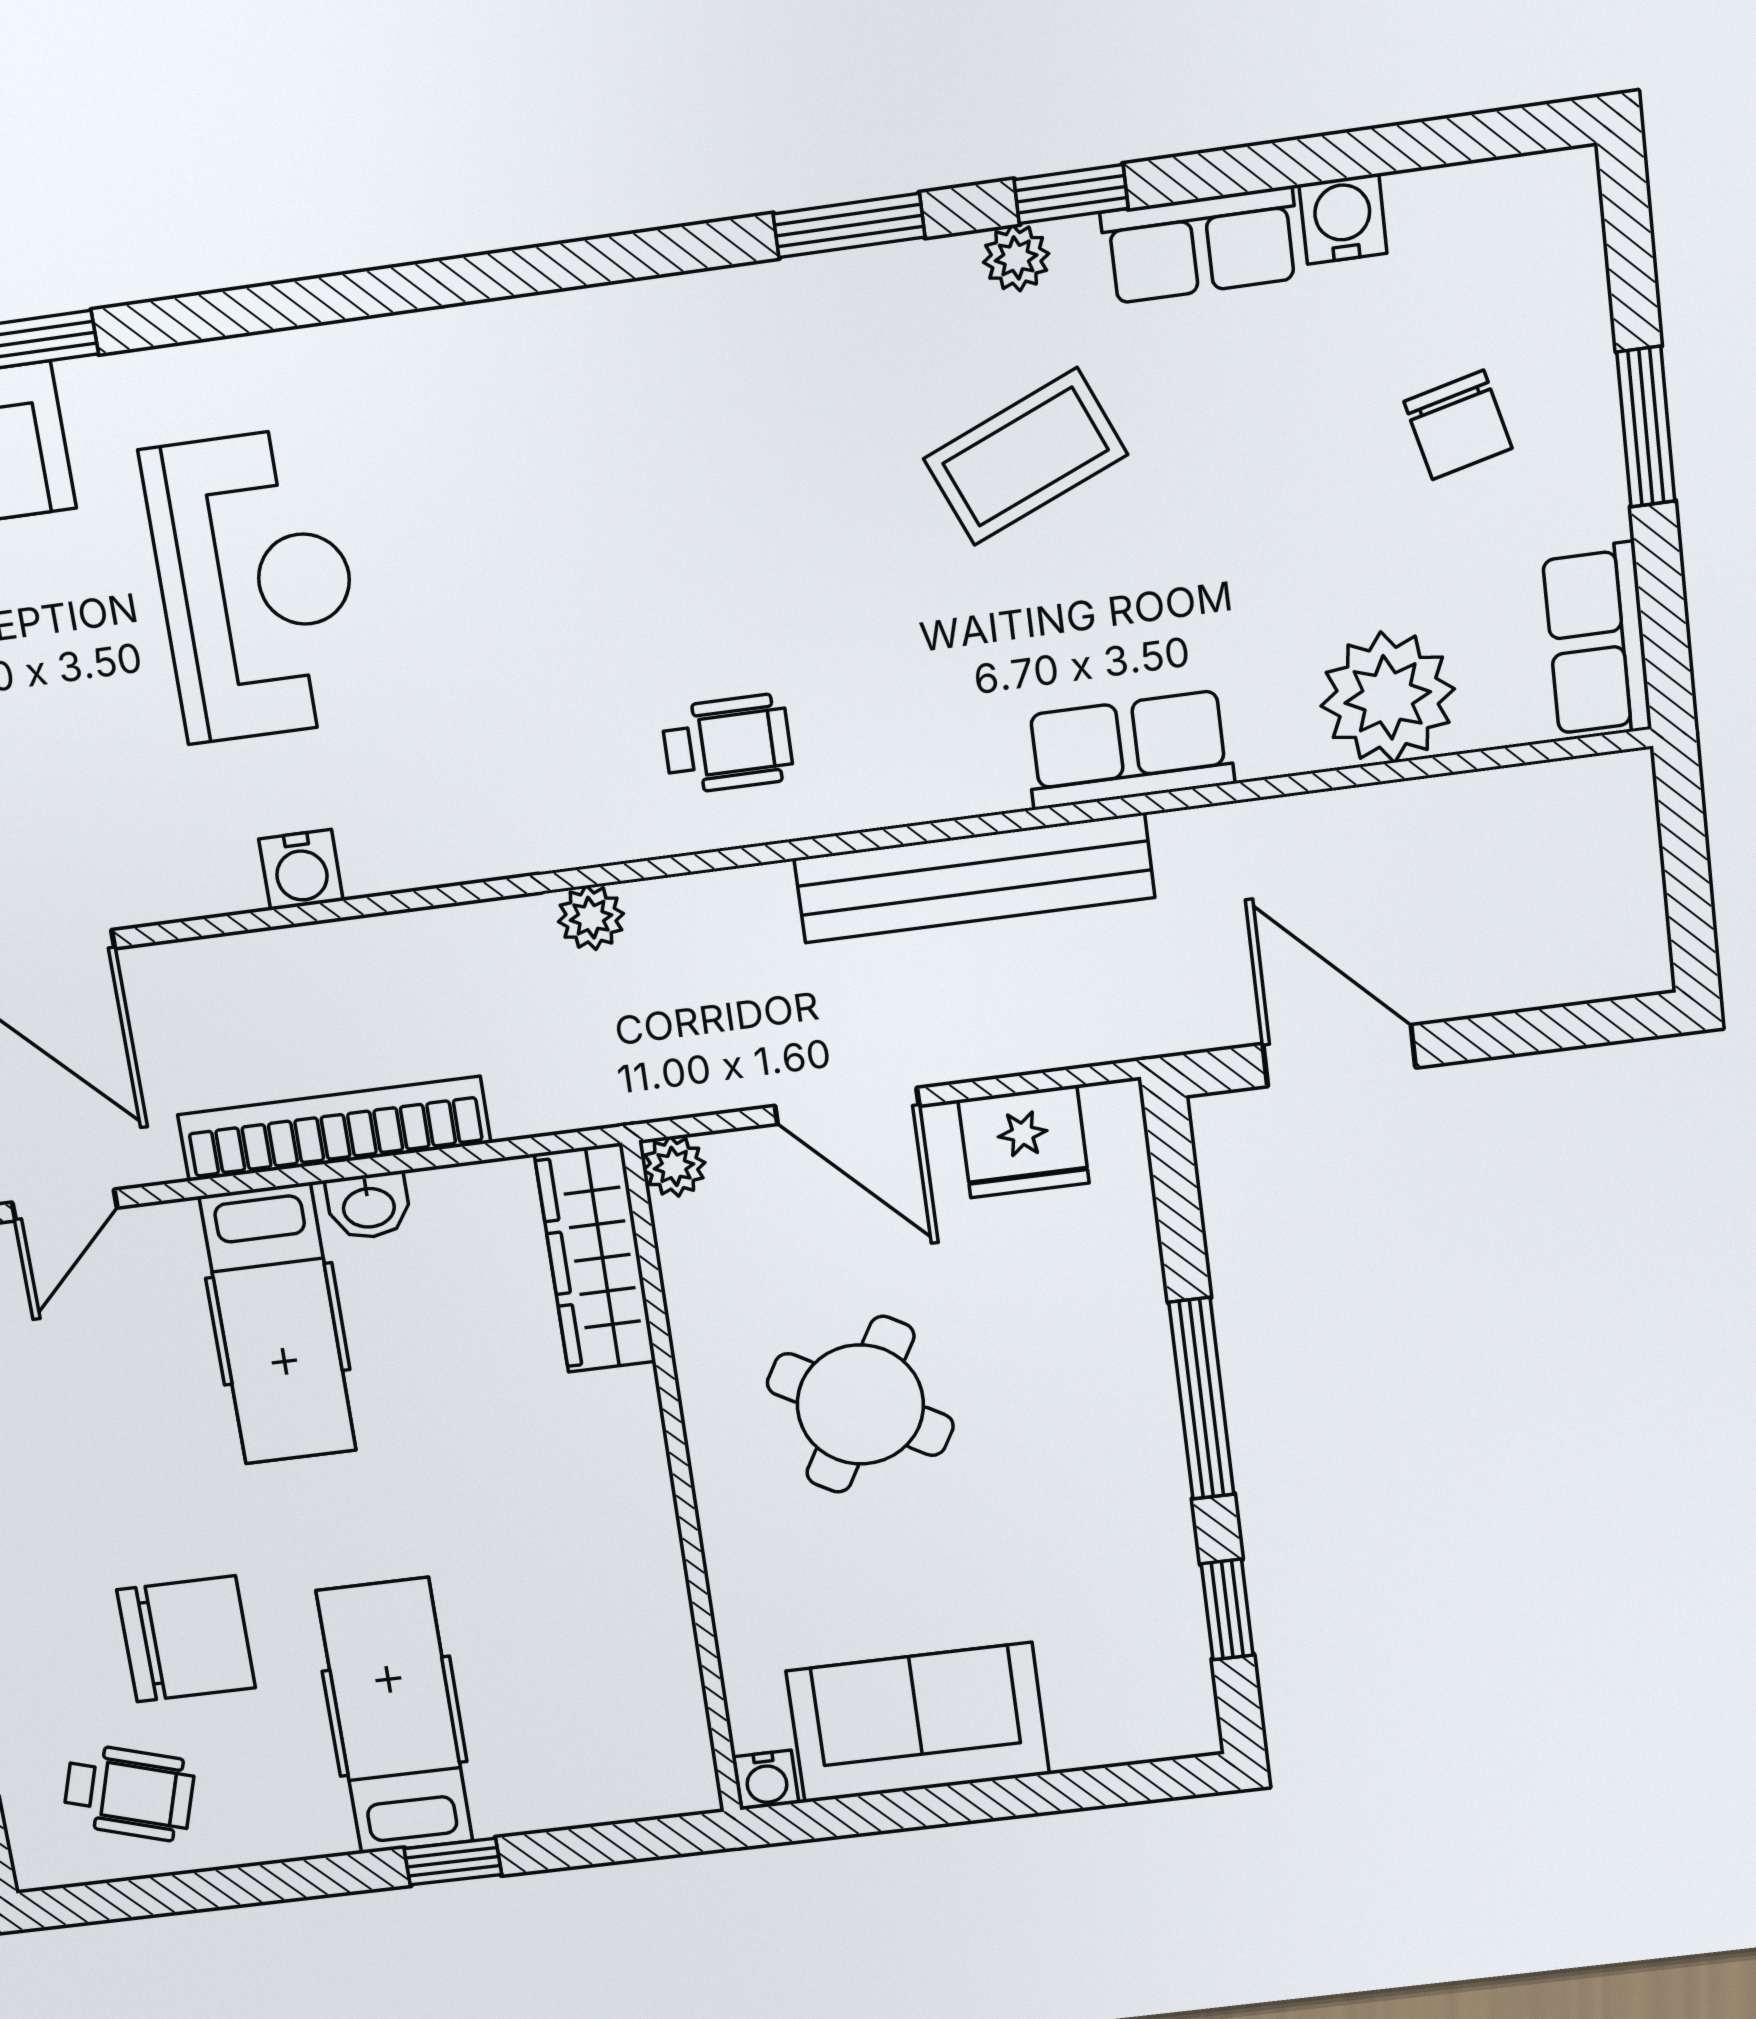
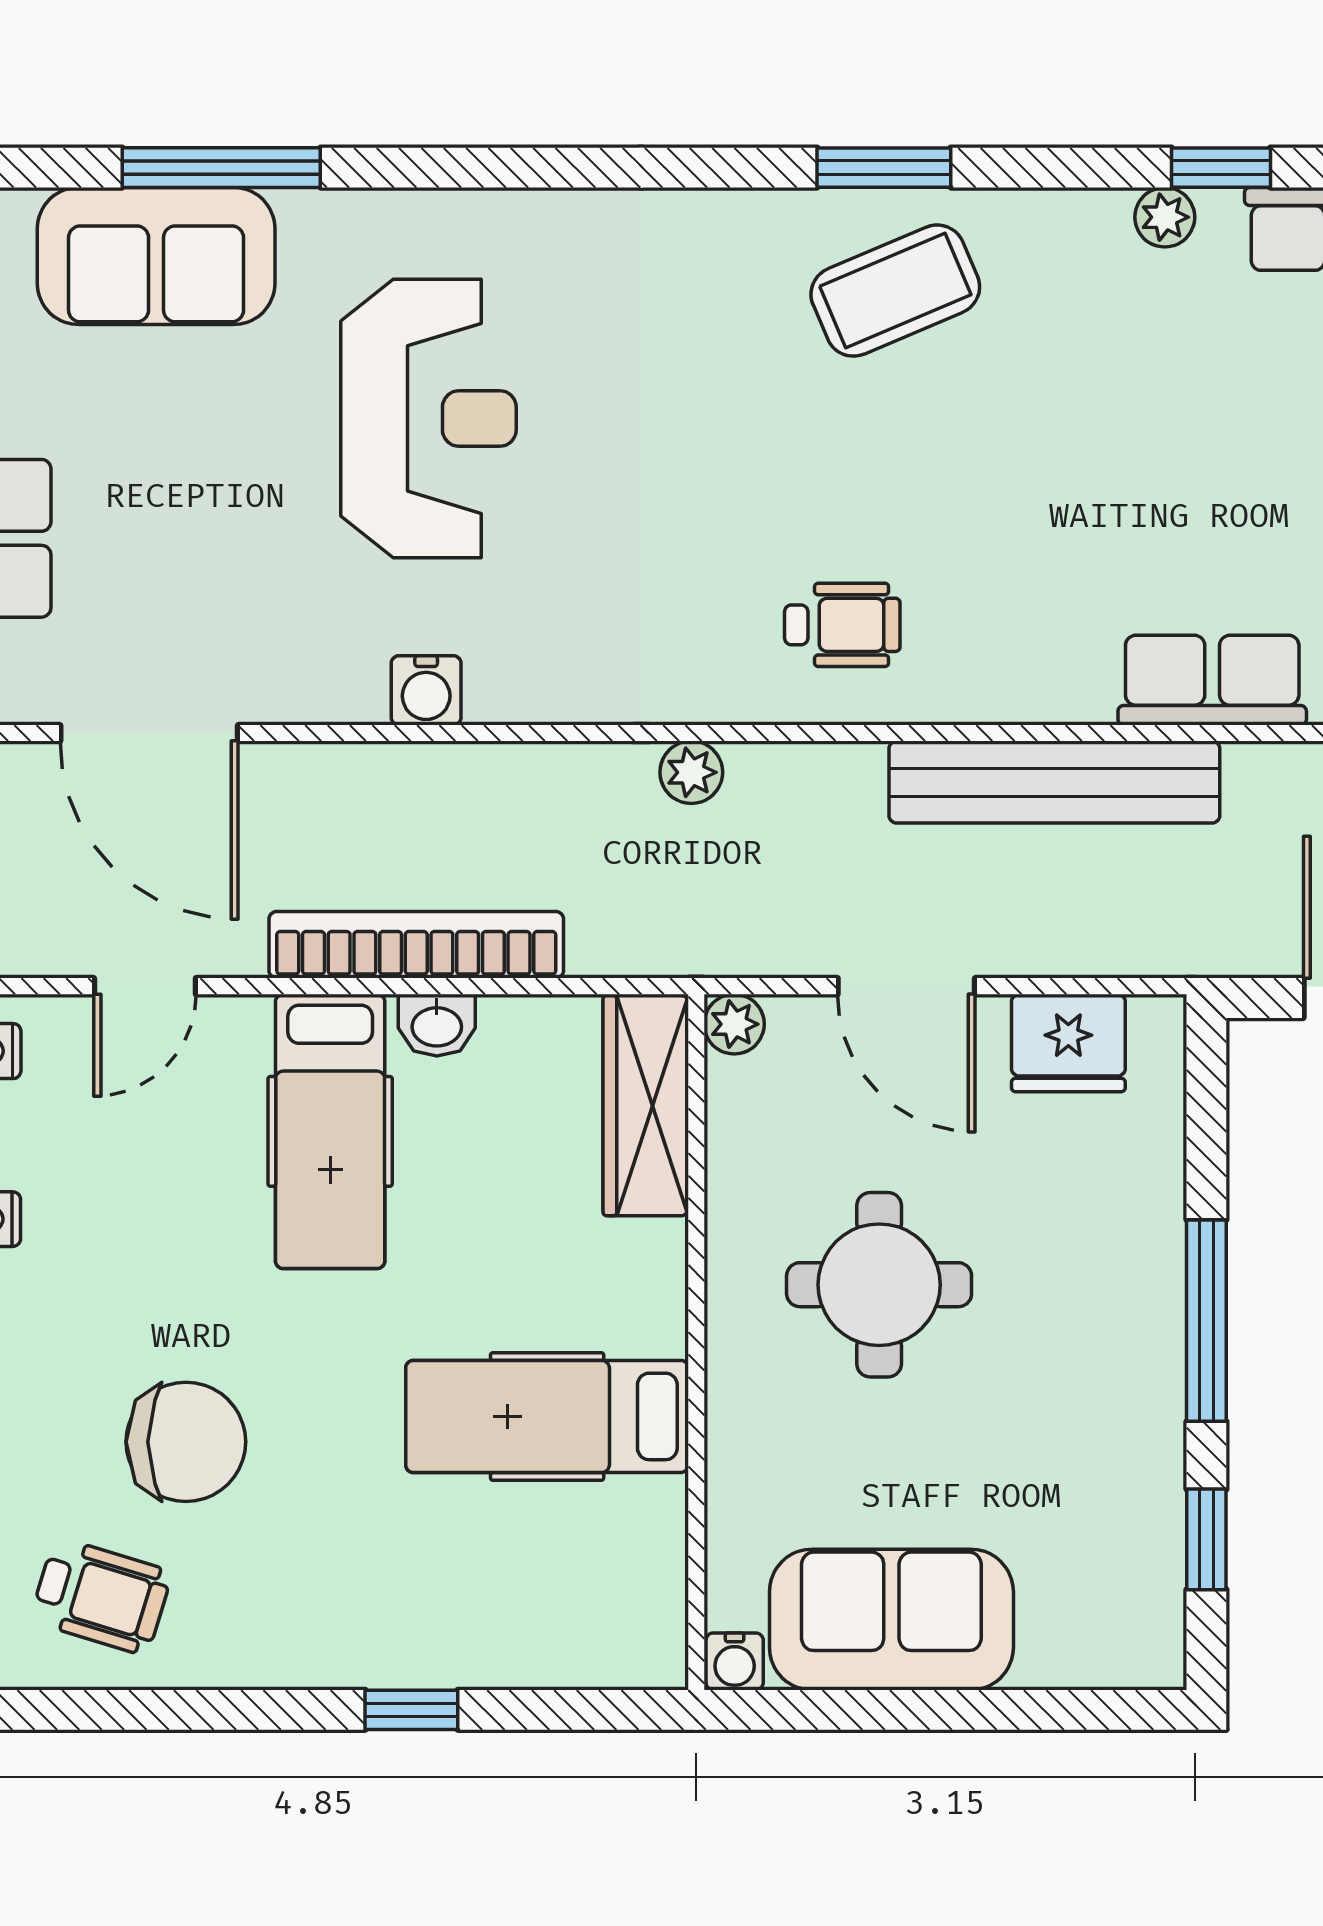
window: (849, 225) -> (884, 168), moved
coffee table: (1026, 457) -> (895, 291), moved
round table: (860, 1405) -> (879, 1285), turned -30
hospital bed: (395, 1716) -> (547, 1416), moved, turned -90

